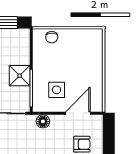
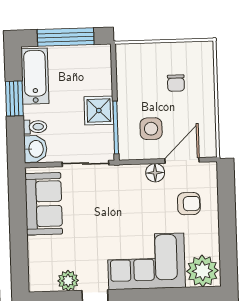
chair: (52, 37) -> (176, 83), moved
floor lamp: (43, 121) -> (155, 173), moved

